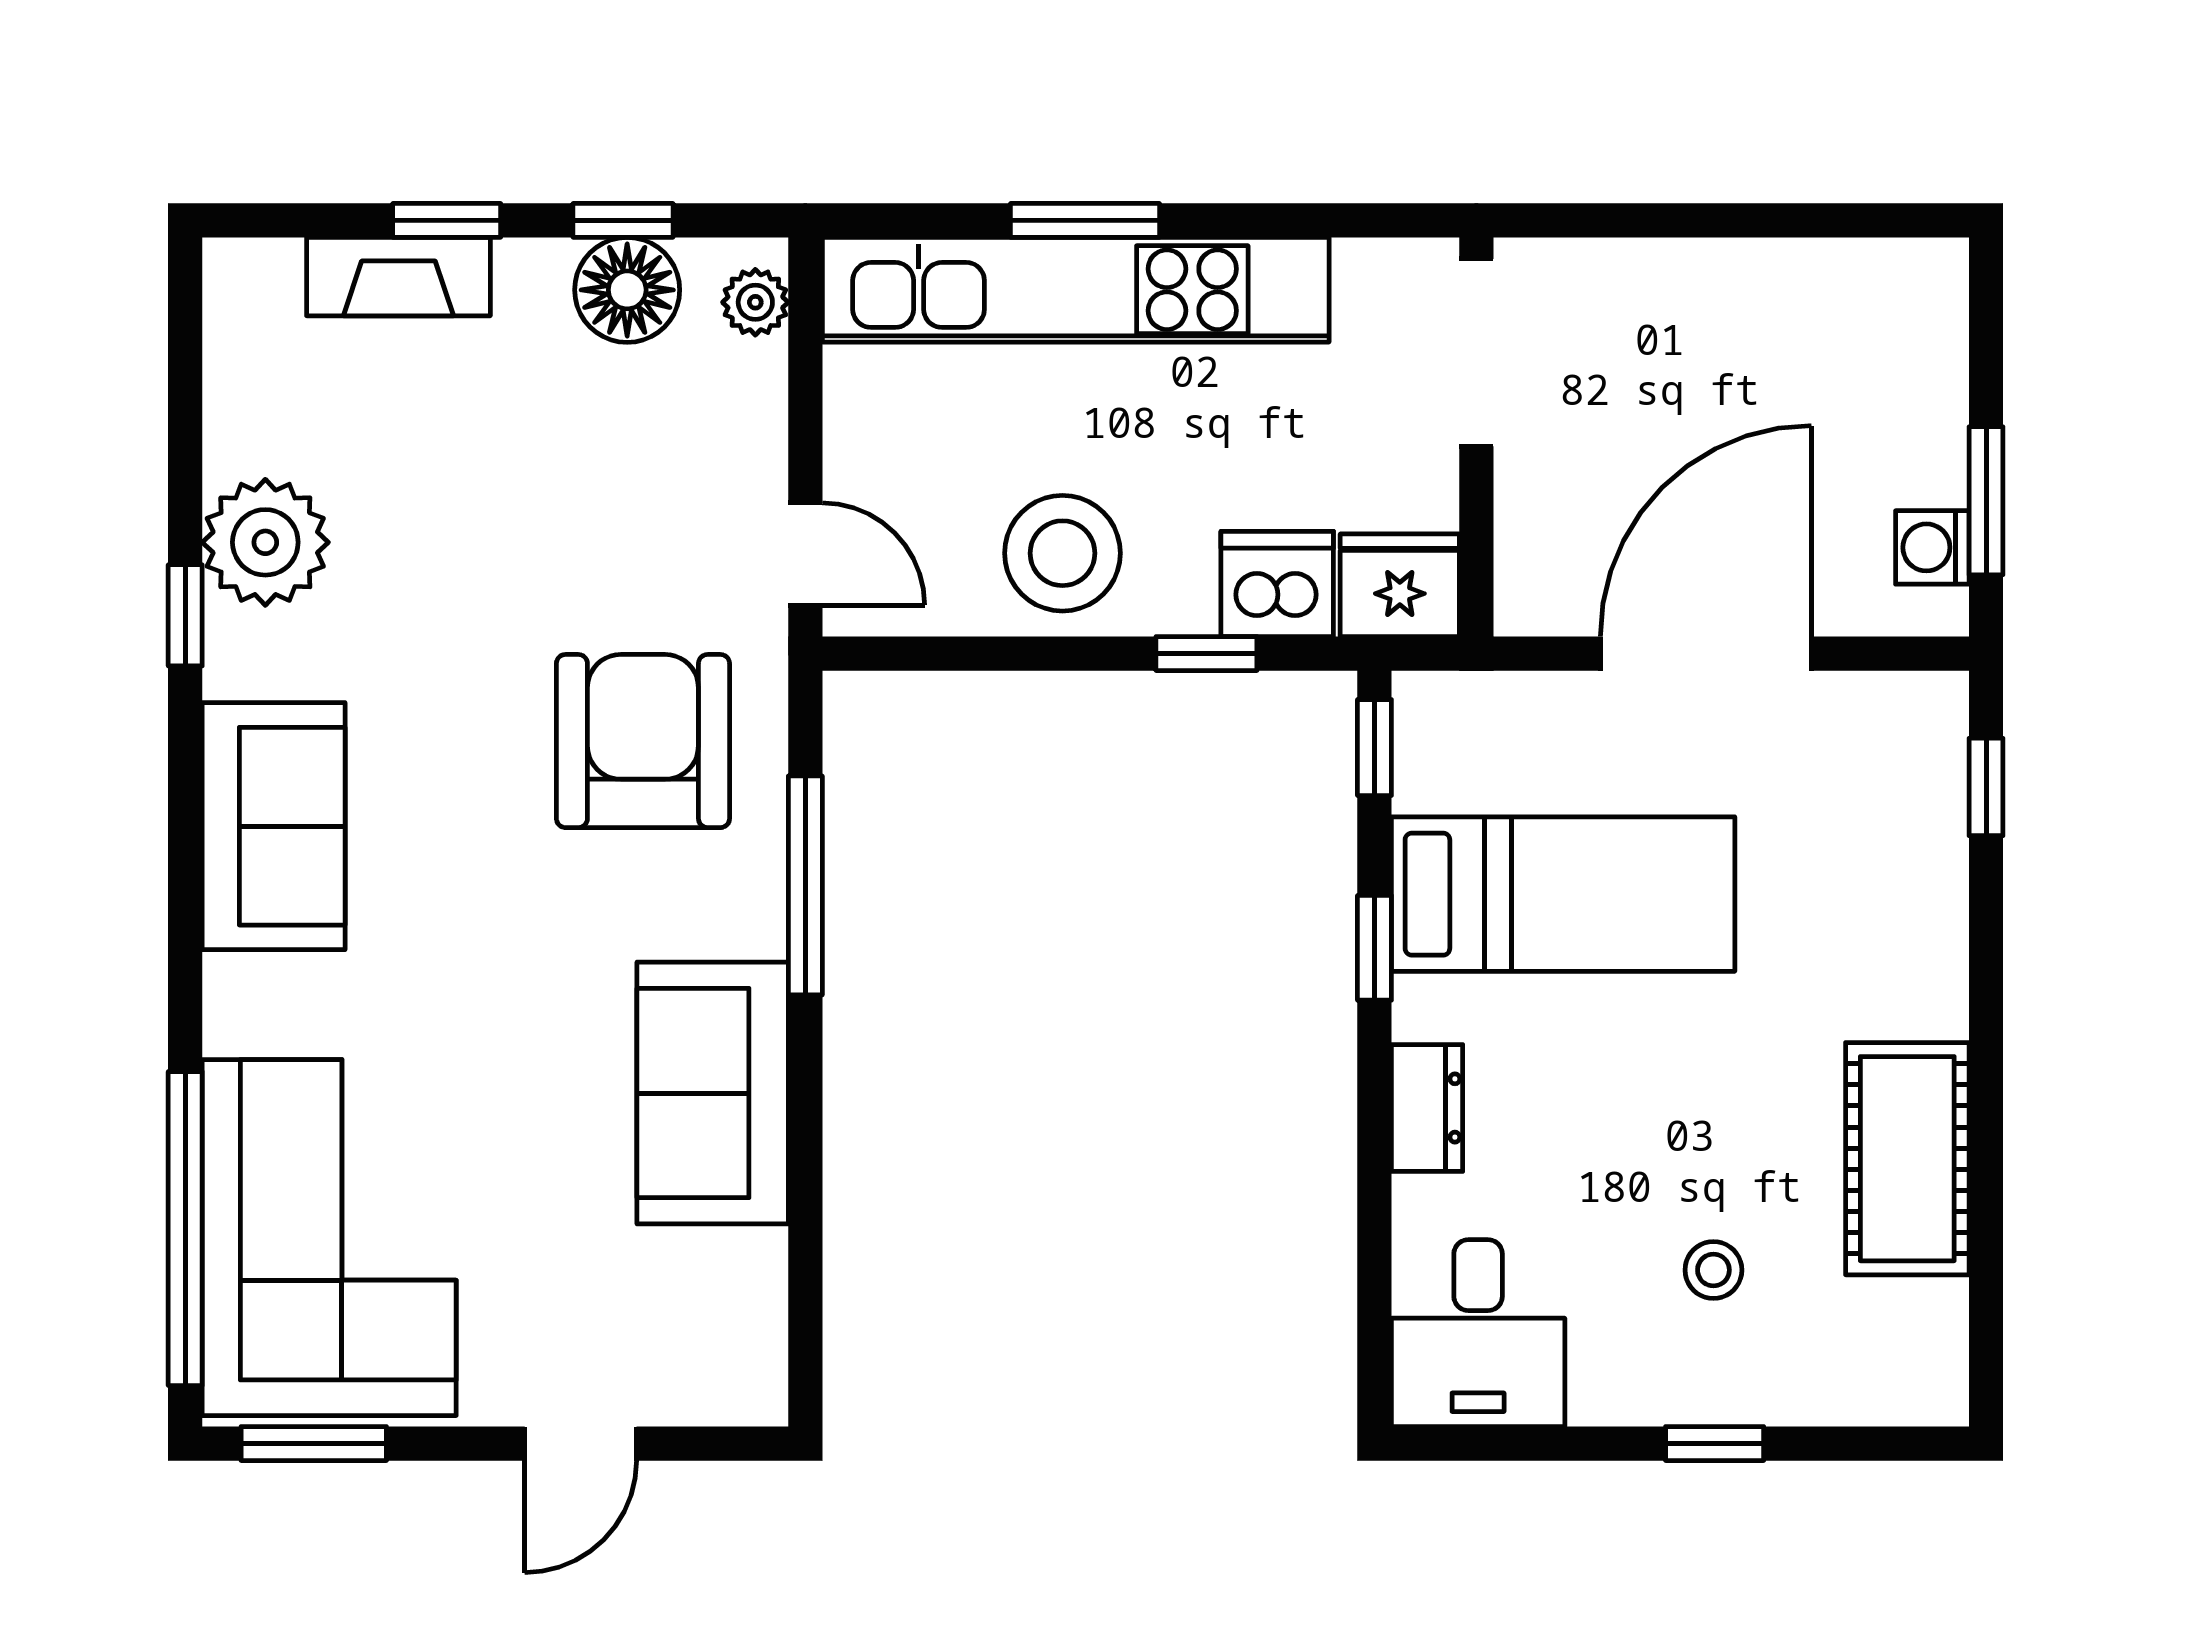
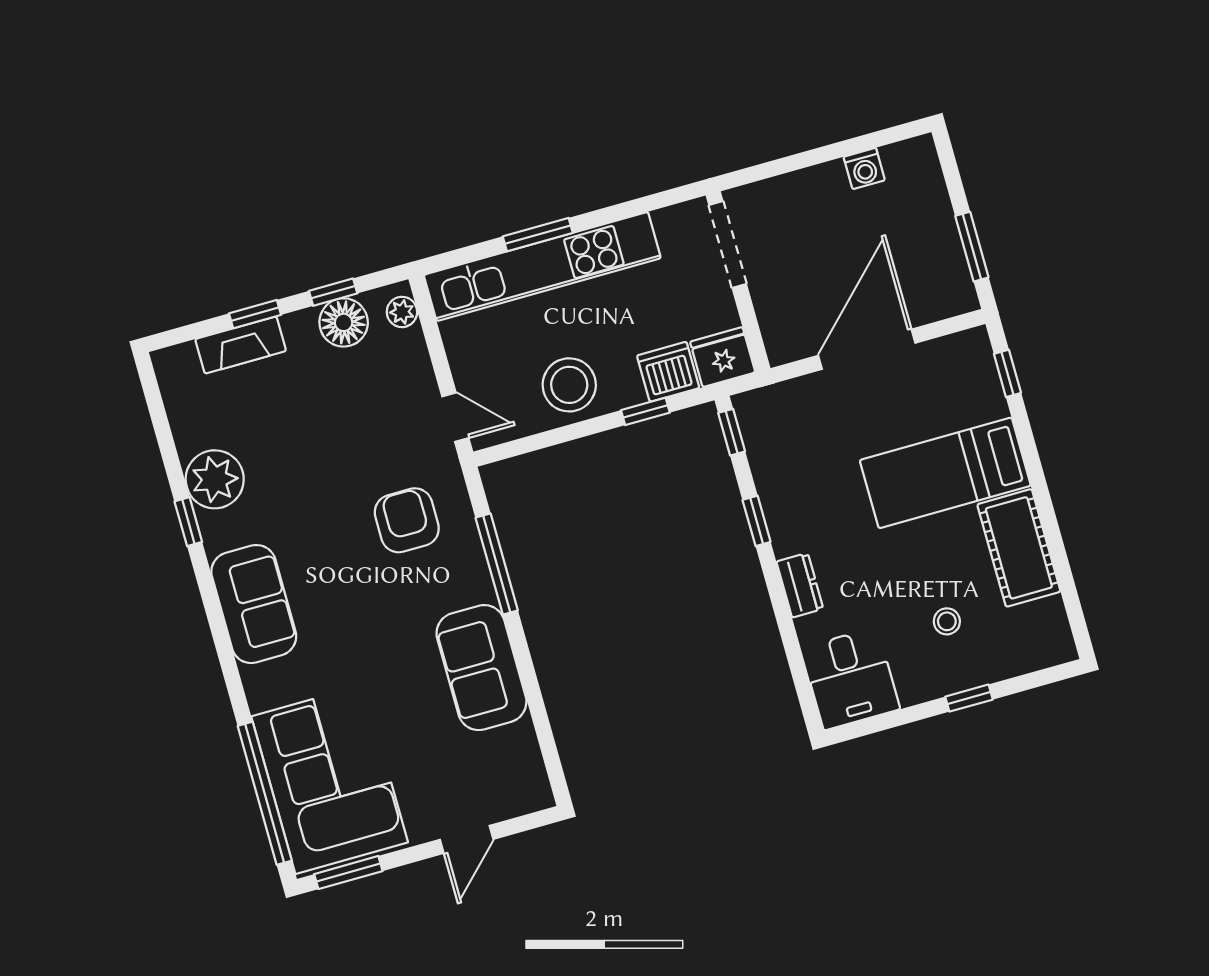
washing machine: (1932, 547) -> (864, 169), moved, turned -90
armchair: (643, 741) -> (407, 520), width x0.73, depth x0.73
bed: (1563, 894) -> (945, 473), moved, turned 180

